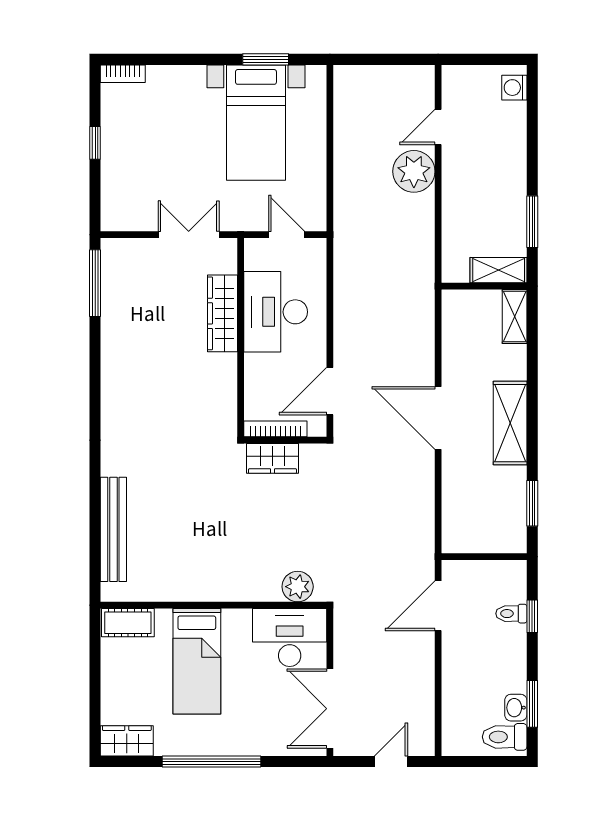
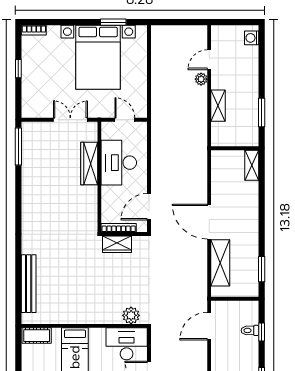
bed with nightstands: (256, 123) -> (98, 57), width x1.36
plant: (414, 171) -> (201, 79), width x0.53, depth x0.53
shelving: (499, 270) -> (218, 106), moved, turned 90
shelving: (510, 423) -> (220, 263), moved

